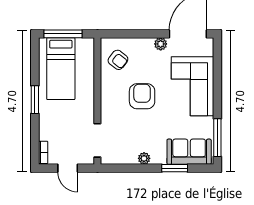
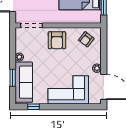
armchair: (142, 96) -> (57, 40), moved, turned 90
window: (217, 138) -> (33, 107), width x0.46
sofa: (189, 152) -> (24, 82), width x1.36

